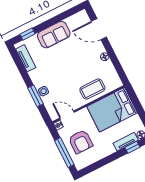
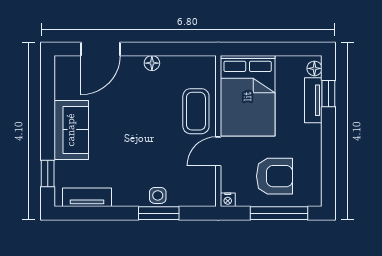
door: (67, 115) -> (218, 151), moved

